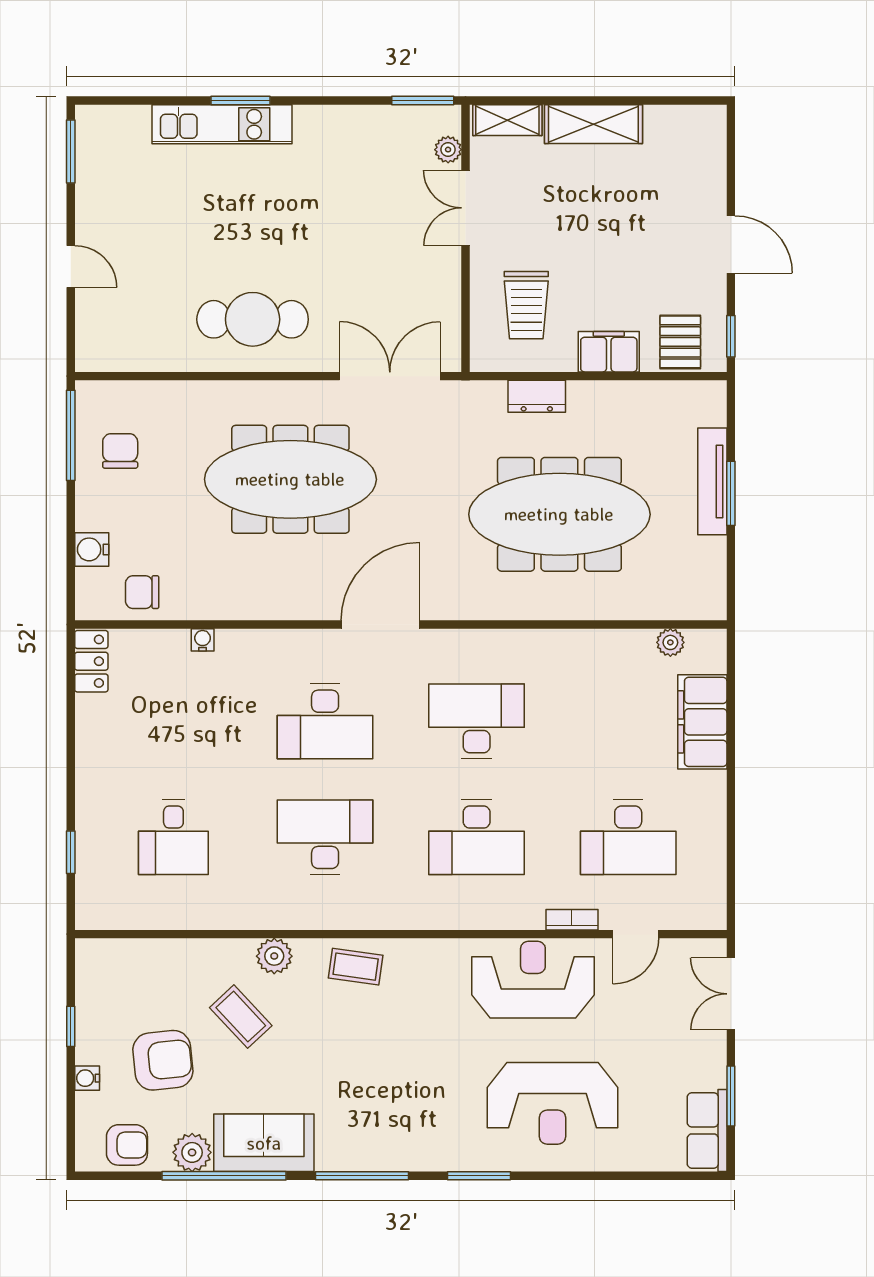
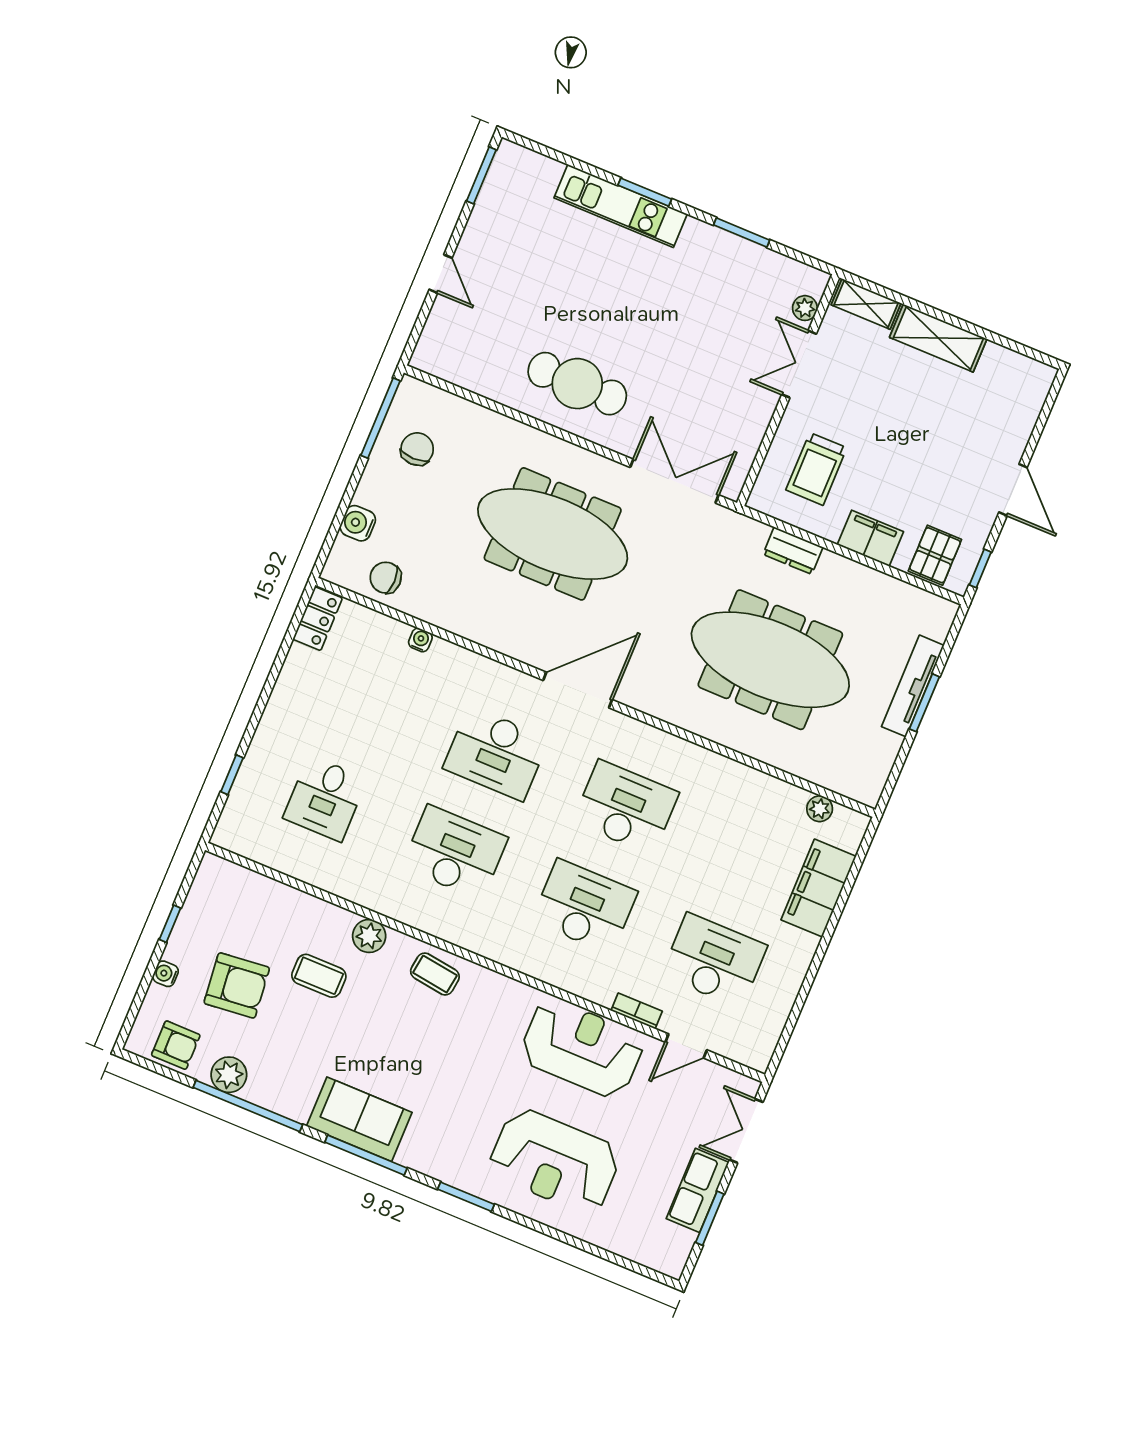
window: (423, 101) -> (742, 232), moved
desk: (477, 837) -> (584, 906), turned 180
desk: (628, 837) -> (714, 960), turned 180
coffee table: (241, 1017) -> (319, 976), turned -47
row of seats: (707, 1130) -> (698, 1190), moved
sofa: (264, 1143) -> (359, 1119), moved

